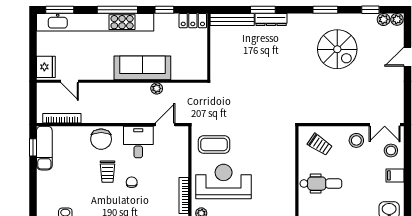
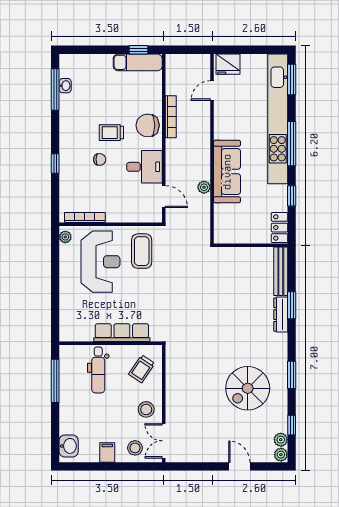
bookcase: (62, 118) -> (171, 117), moved
row of seats: (287, 162) -> (122, 333), added

